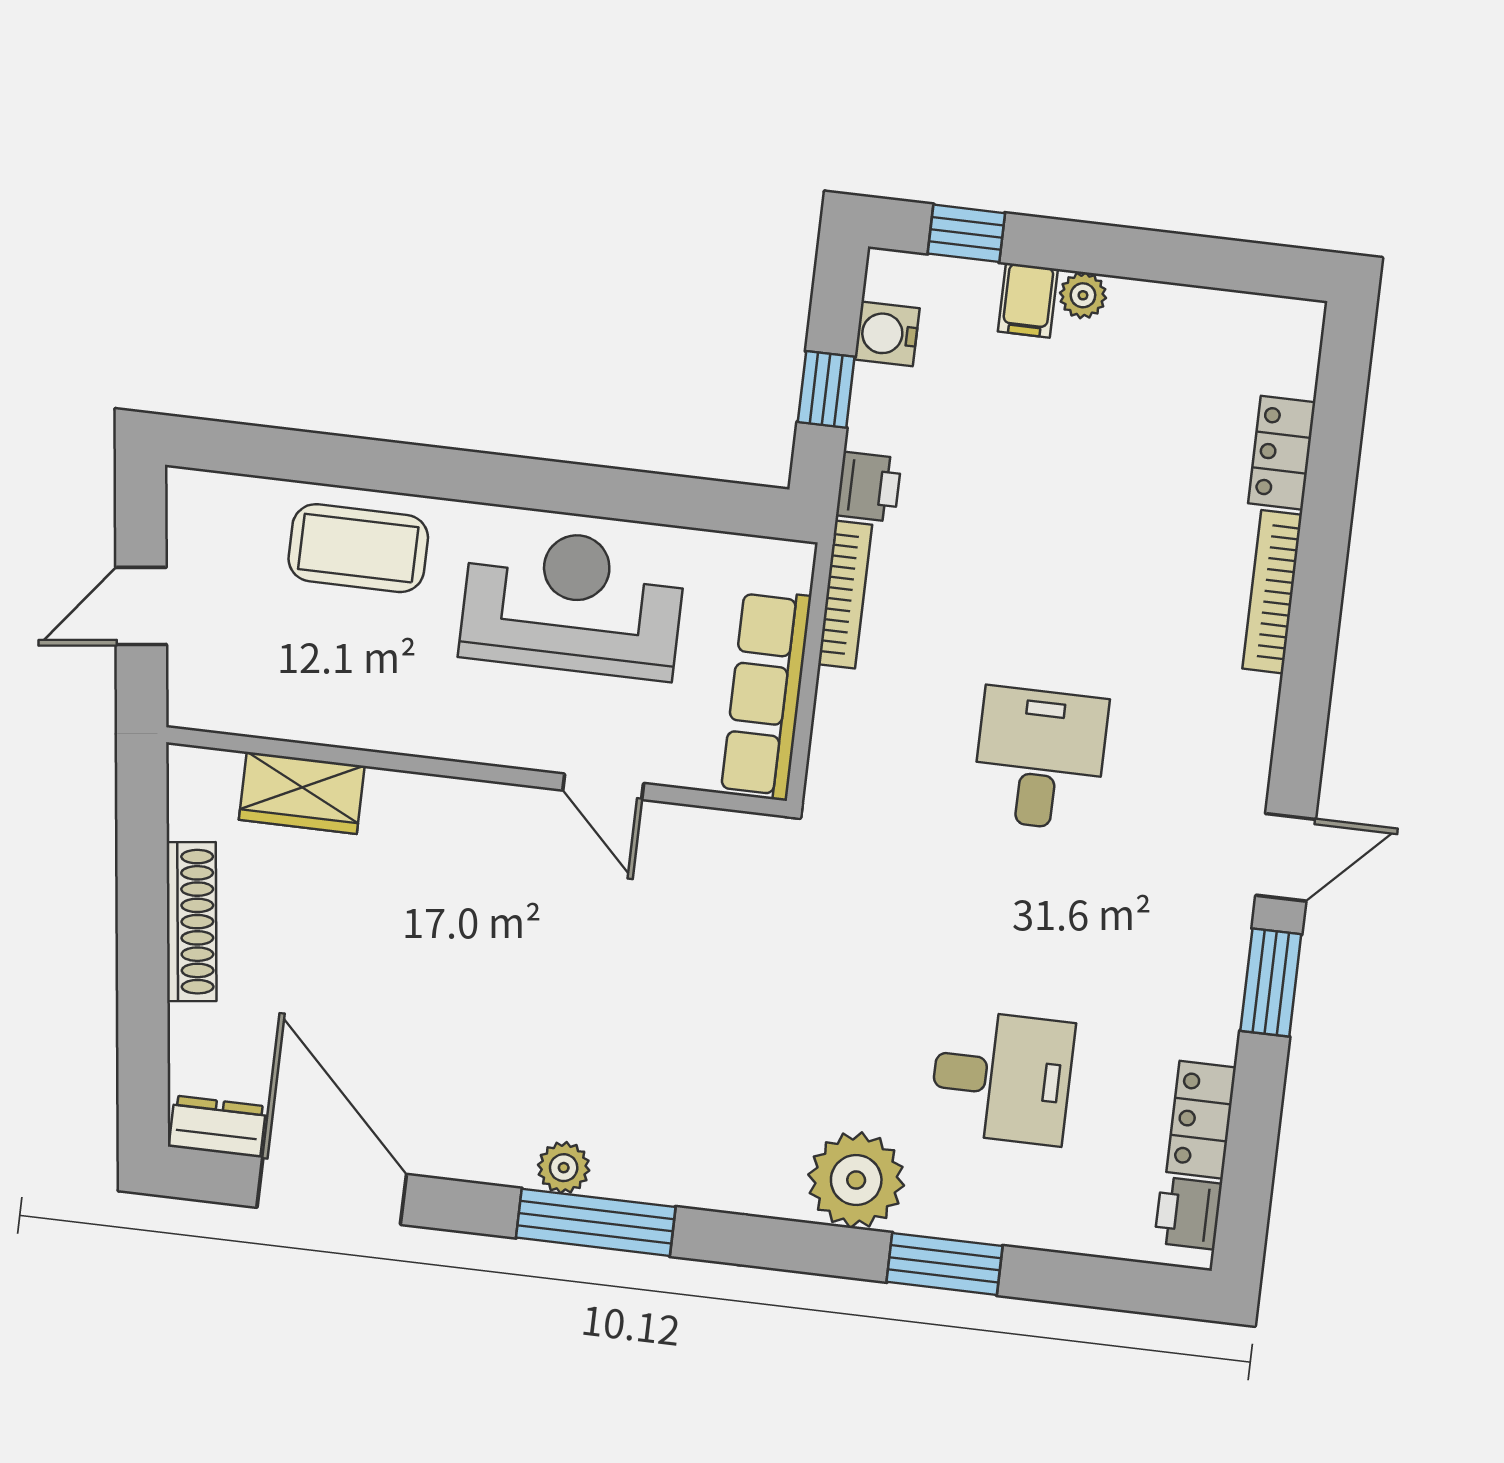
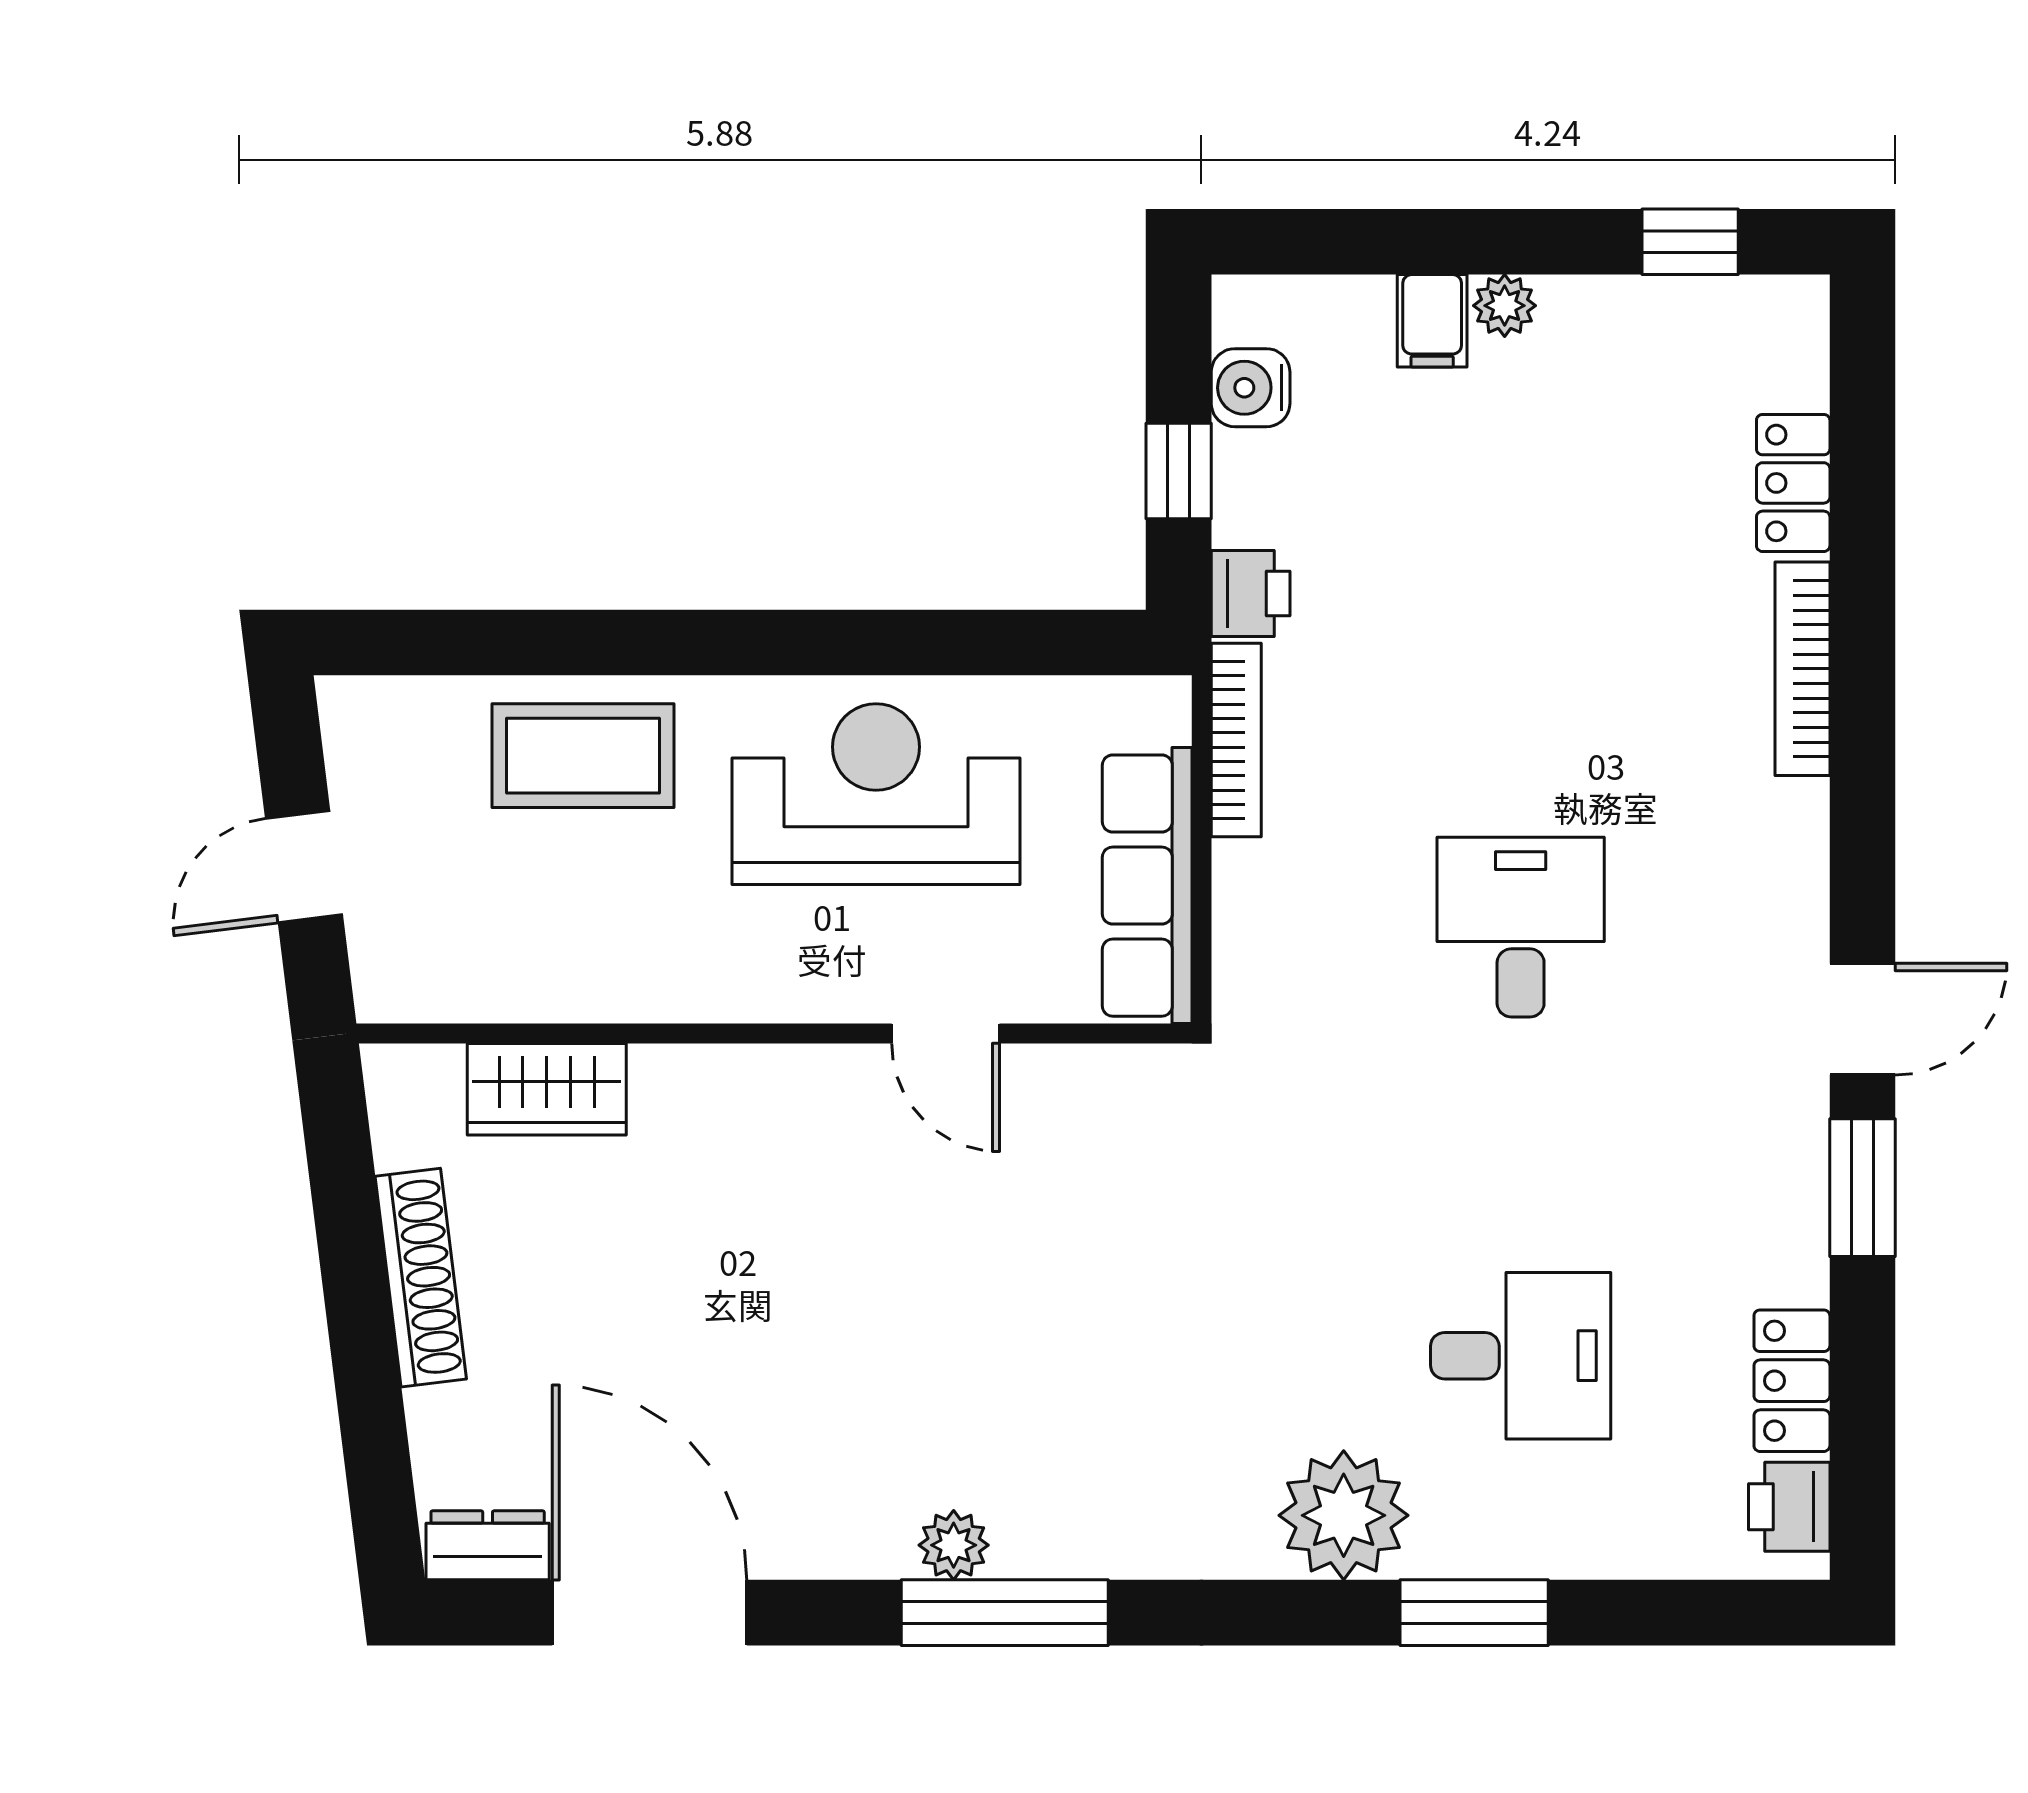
window: (966, 233) -> (1690, 242), moved

